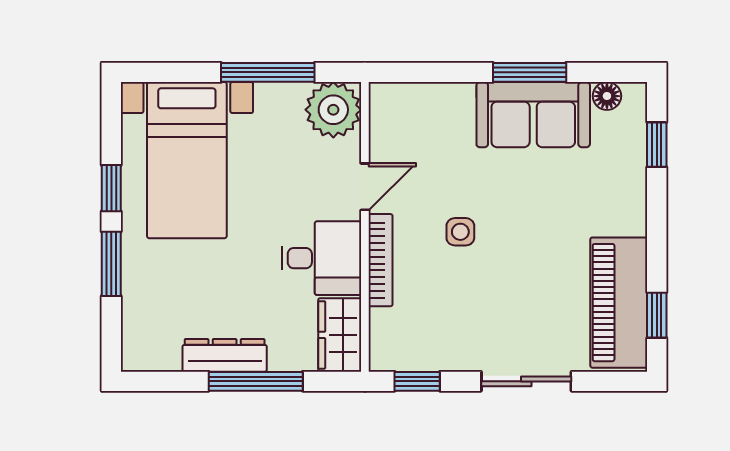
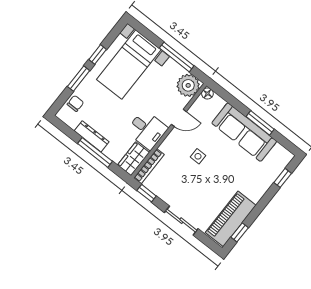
floor lamp: (607, 96) -> (207, 93), moved
sofa: (533, 115) -> (244, 132), width x1.36
bookcase: (381, 260) -> (149, 166), moved
chair: (143, 317) -> (75, 103), added

